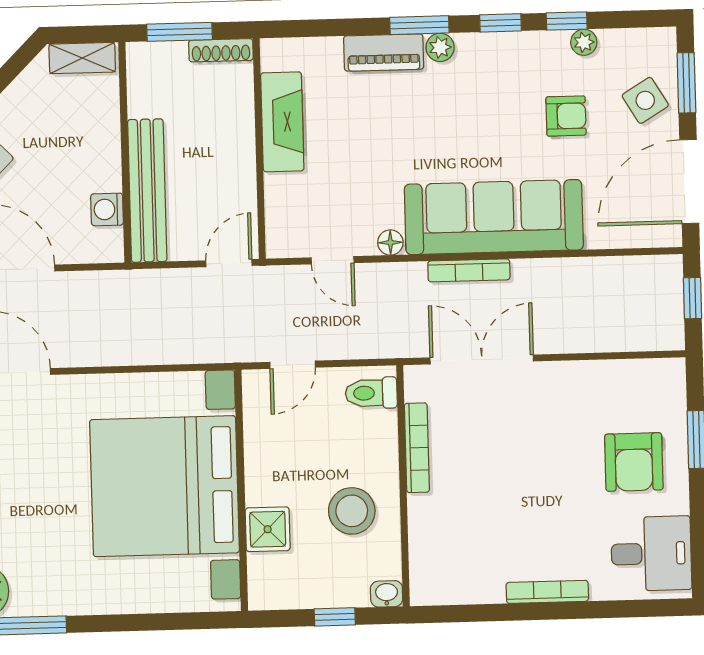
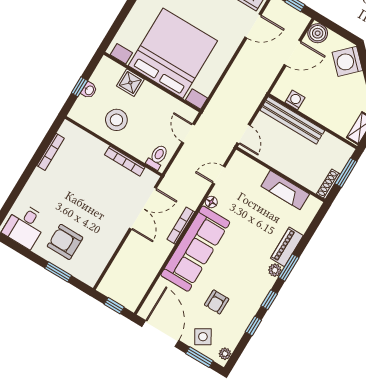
plant: (584, 42) -> (225, 354), moved
bookcase: (547, 592) -> (51, 152), moved
washbasin: (387, 594) -> (89, 90), moved

